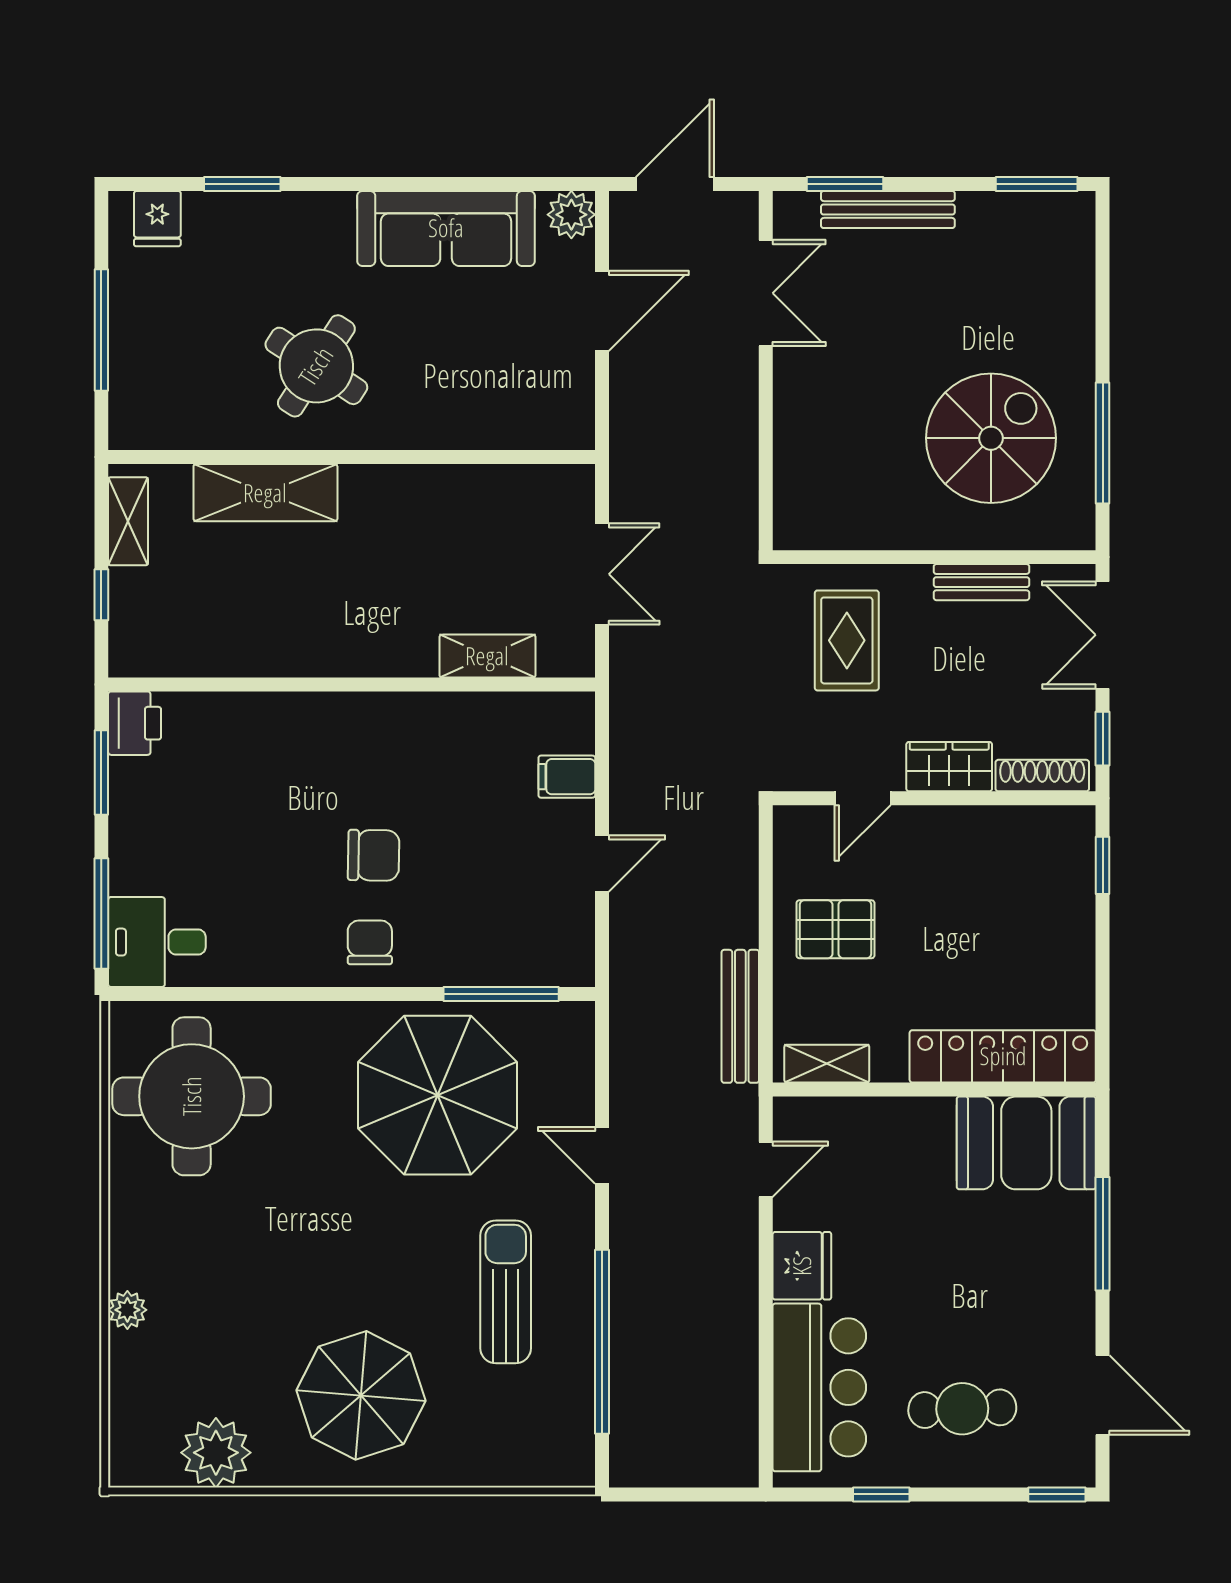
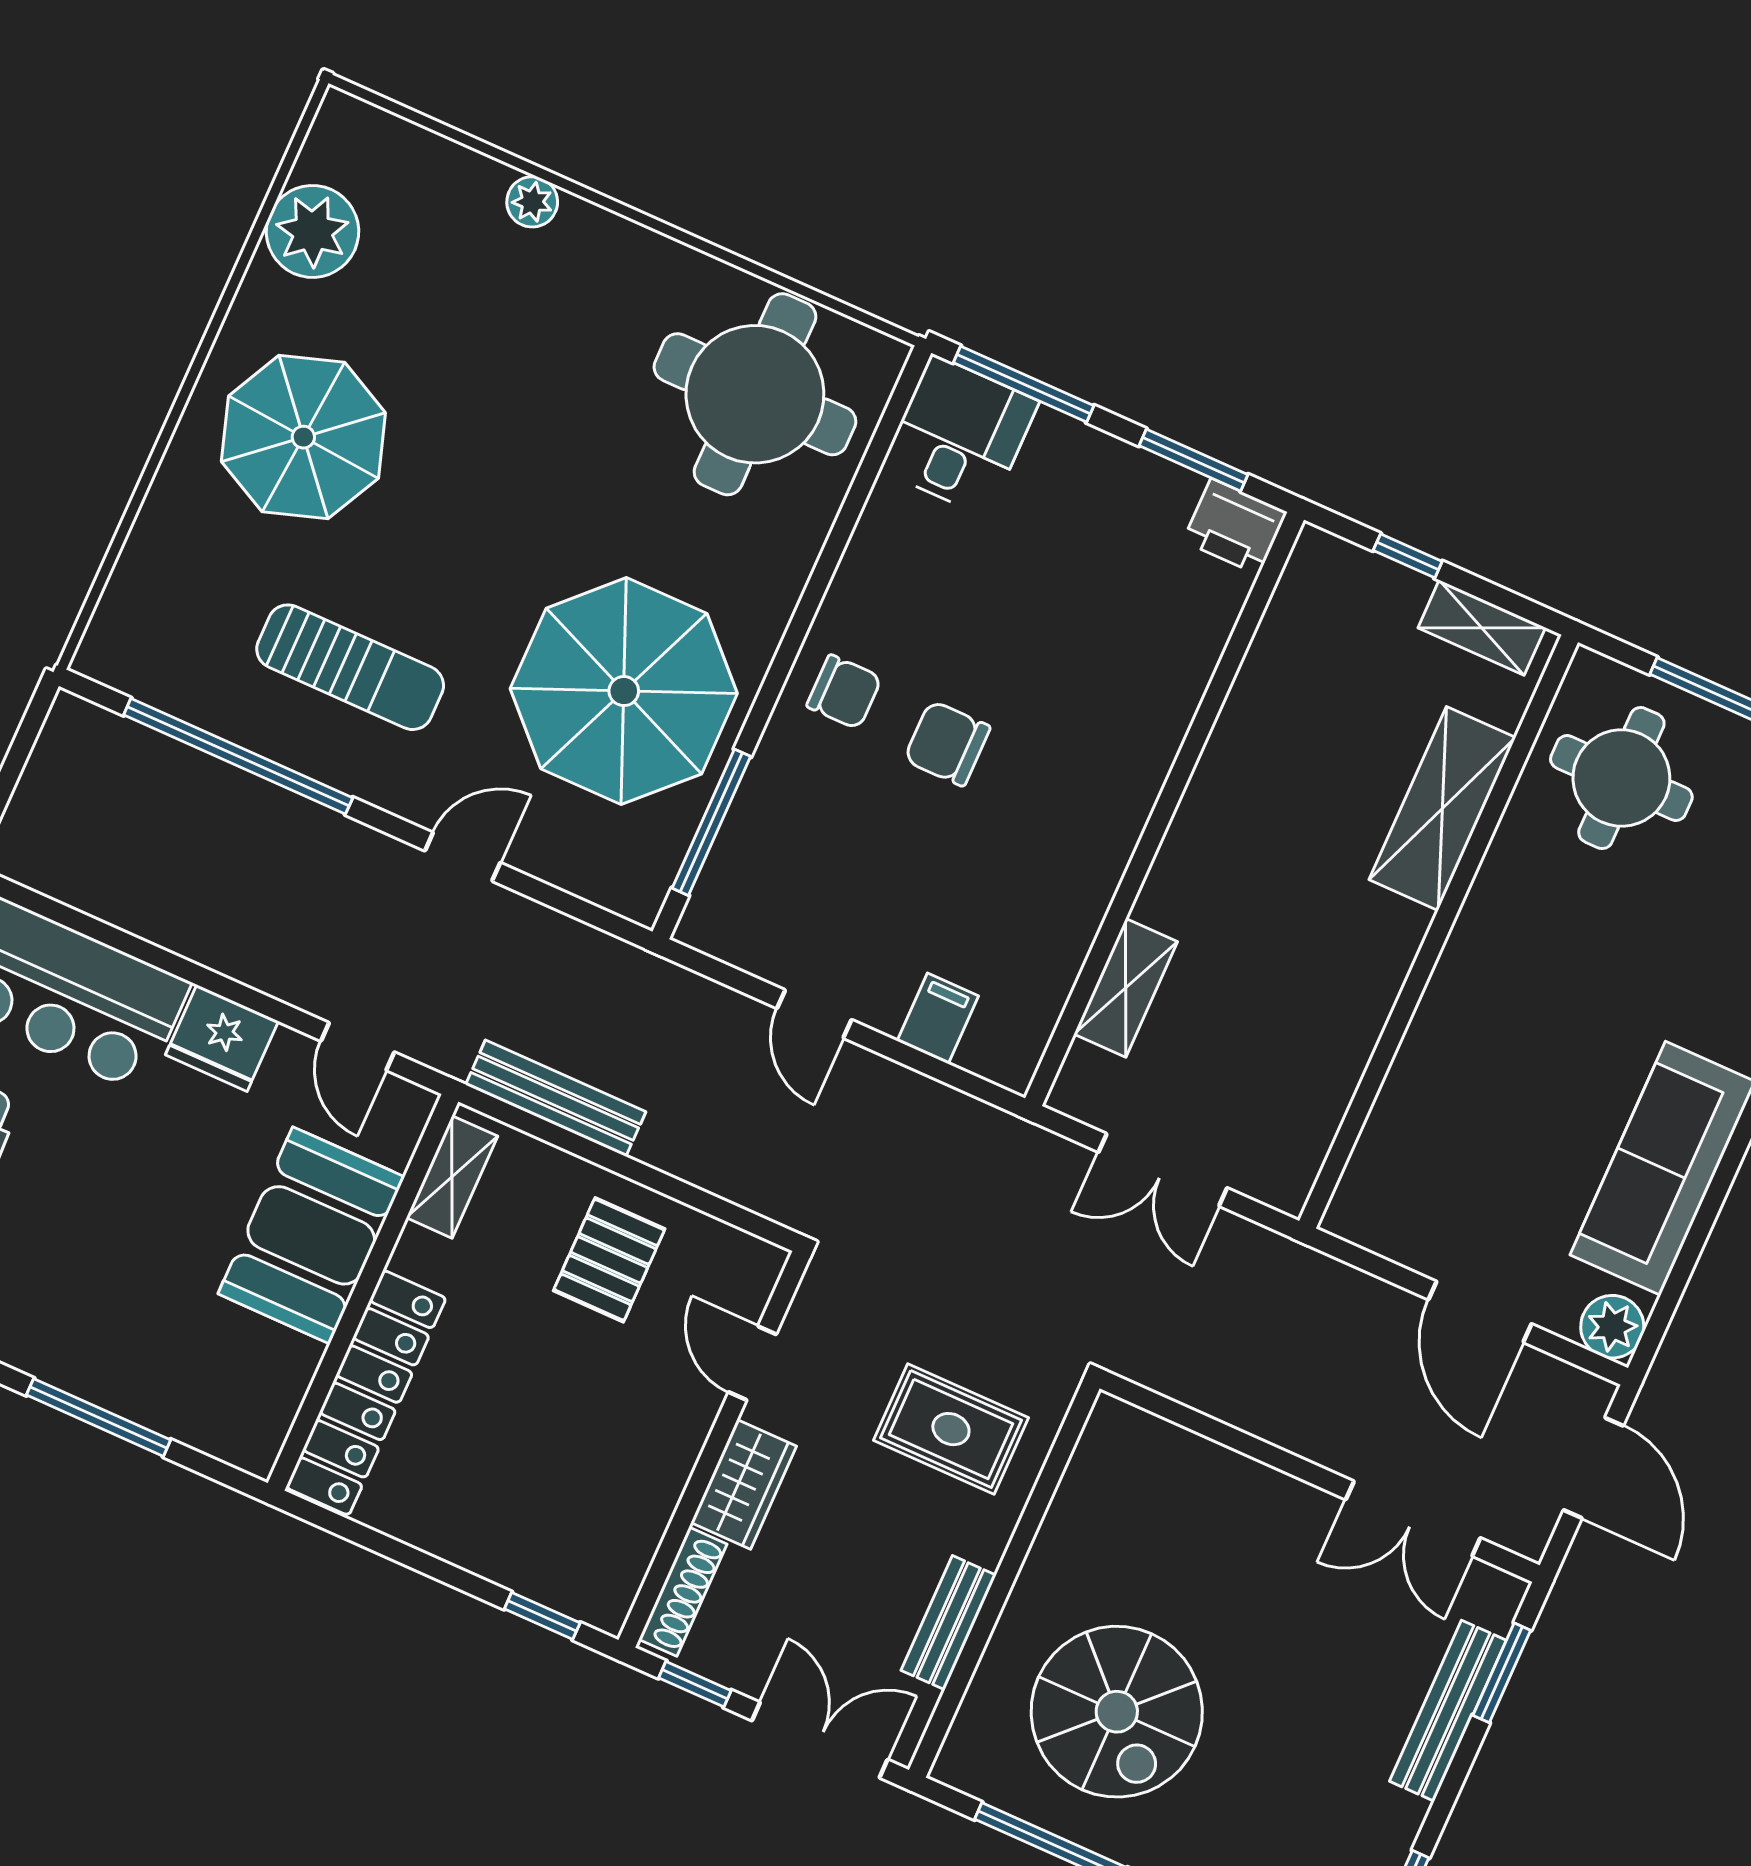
round table: (316, 366) -> (1621, 778), moved, turned -33
chair: (374, 855) -> (947, 743), turned 89
booth: (1026, 1143) -> (311, 1235), moved

